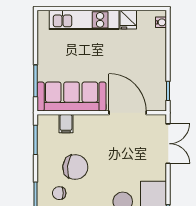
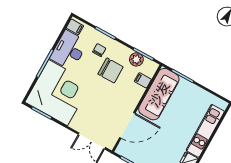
plant: (46, 144) -> (136, 59), added
chair: (75, 167) -> (111, 71), turned -96

